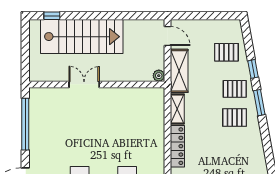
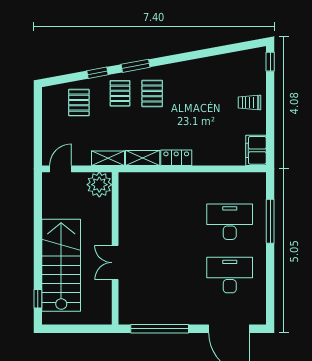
shelving: (179, 71) -> (108, 158), width x0.67, depth x0.75
plant: (159, 76) -> (99, 185), width x1.88, depth x1.88
locker: (177, 146) -> (176, 158), width x0.66

